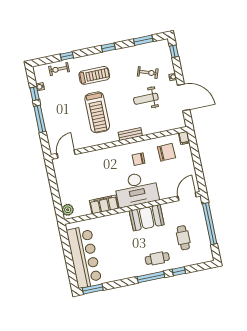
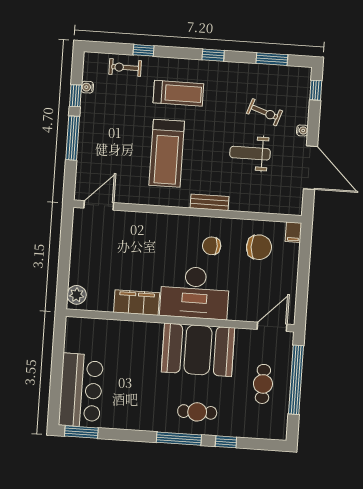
booth: (147, 218) -> (198, 350), width x1.36, depth x1.42
cafe table: (183, 238) -> (263, 384), moved
bar counter: (84, 257) -> (81, 390), width x0.73

